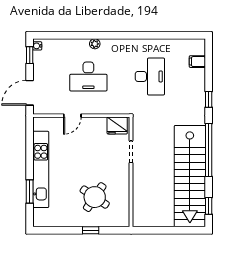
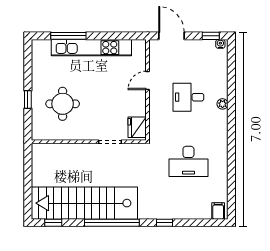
filing cabinet: (197, 62) -> (218, 211), moved
desk: (88, 76) -> (188, 97), width x0.73
door: (72, 116) -> (148, 80), hinge flipped
window: (30, 192) -> (68, 36), width x1.44
round table: (95, 197) -> (63, 104), turned -34

